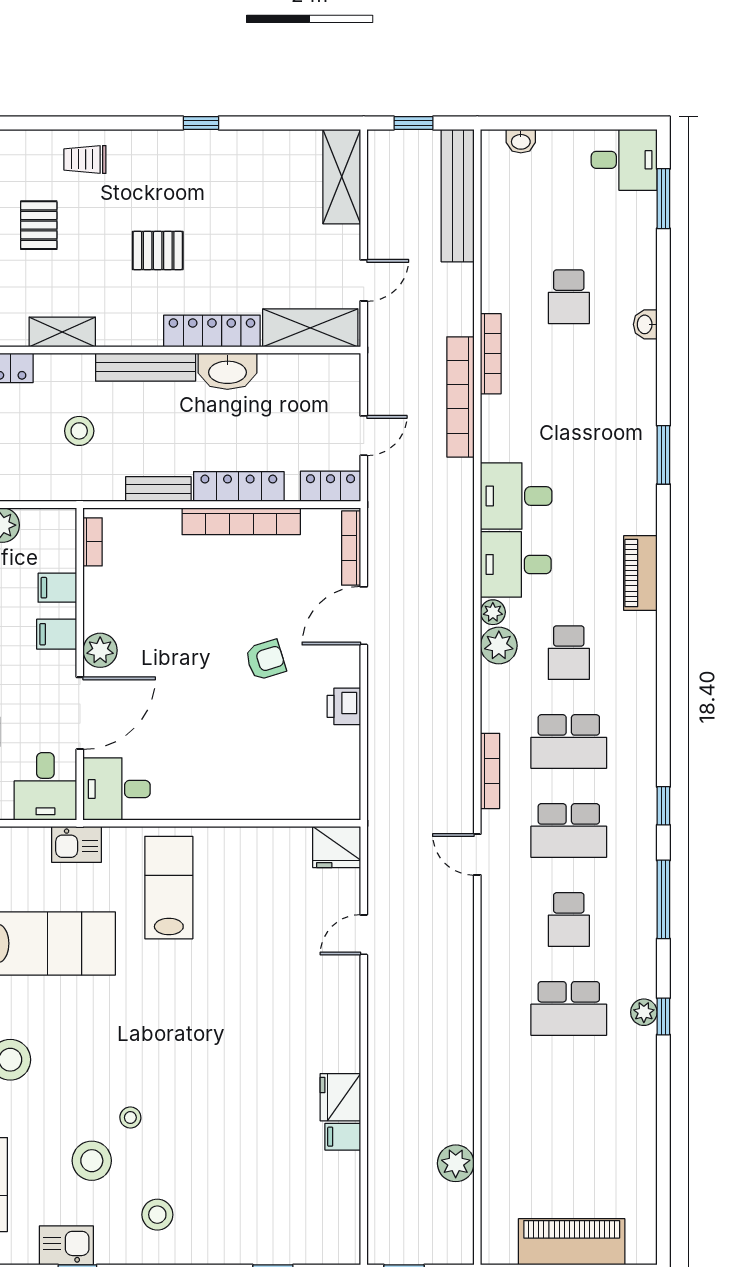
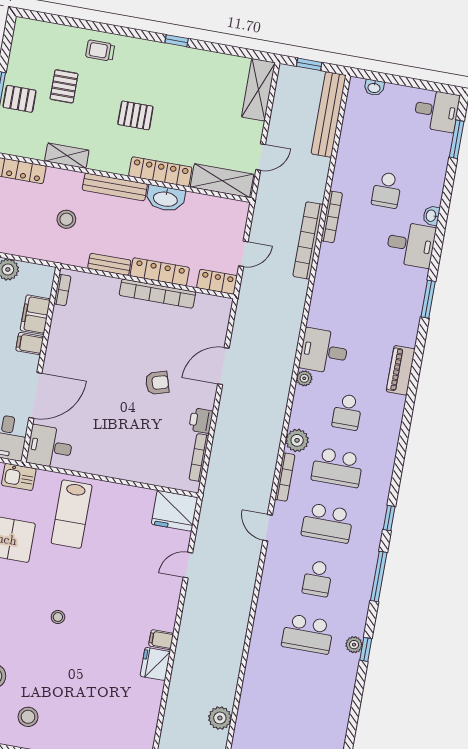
desk: (516, 496) -> (411, 244), moved, turned 180
bookcase: (351, 548) -> (199, 458), moved
filing cabinet: (57, 588) -> (35, 315), width x2.00
plant: (499, 646) -> (297, 440), moved
plant: (100, 650) -> (55, 358), removed
fridge: (337, 847) -> (175, 511), width x1.36, depth x1.34
lab bench: (169, 888) -> (72, 514), turned 180
stool: (130, 1118) -> (58, 617), moved
filing cabinet: (343, 1137) -> (161, 640), moved

